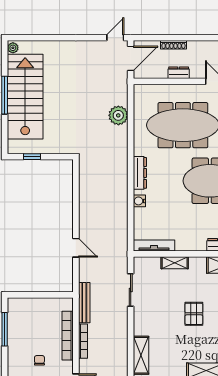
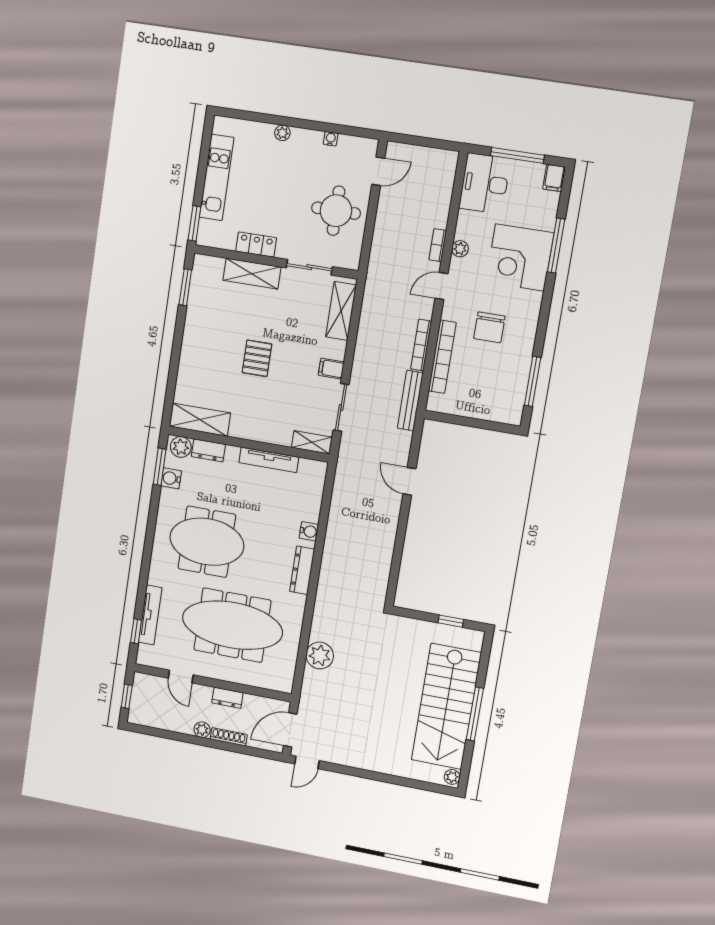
plant: (193, 46) -> (202, 730), added
tv unit: (154, 246) -> (269, 460), moved
shelving: (175, 263) -> (312, 442), moved
filing cabinet: (142, 315) -> (331, 369), added
chair: (39, 360) -> (489, 327), width x1.87, depth x1.87

